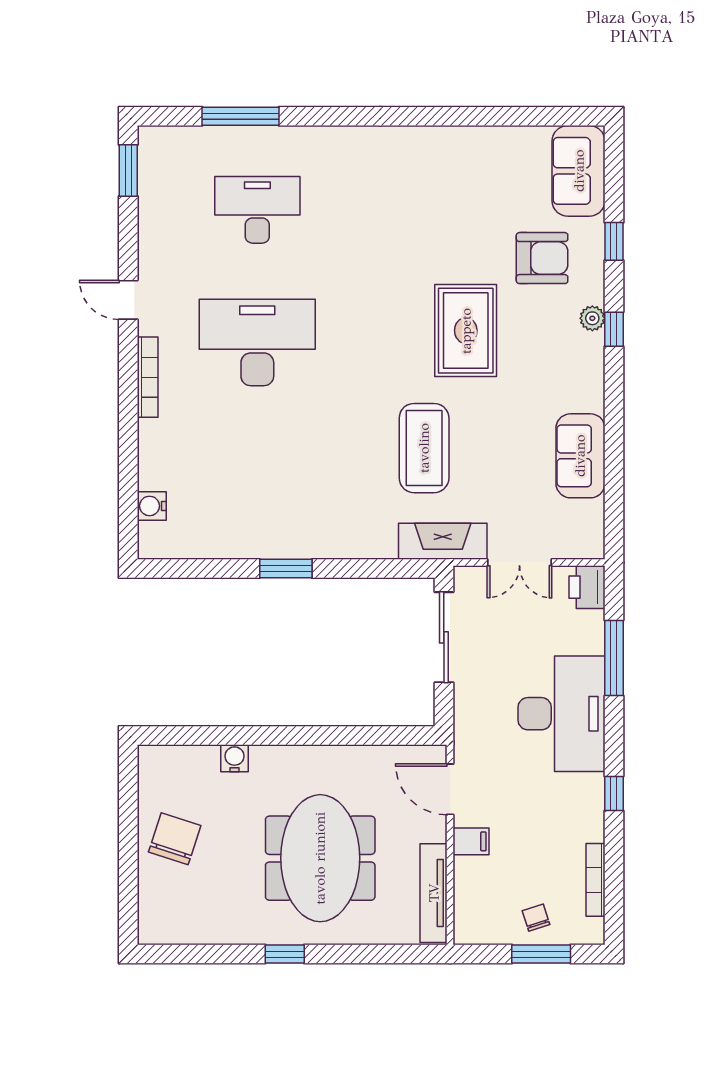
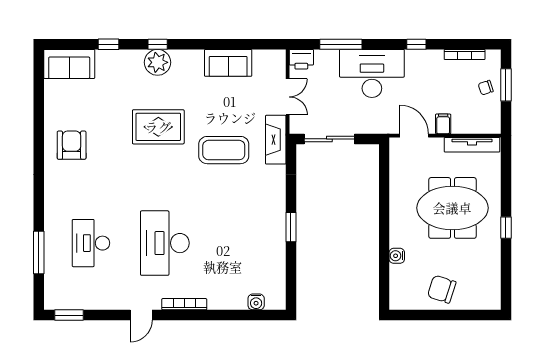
armchair: (542, 258) -> (72, 145), moved
plant: (592, 318) -> (158, 62), width x1.88, depth x1.88
door: (450, 789) -> (414, 136), swing flipped

